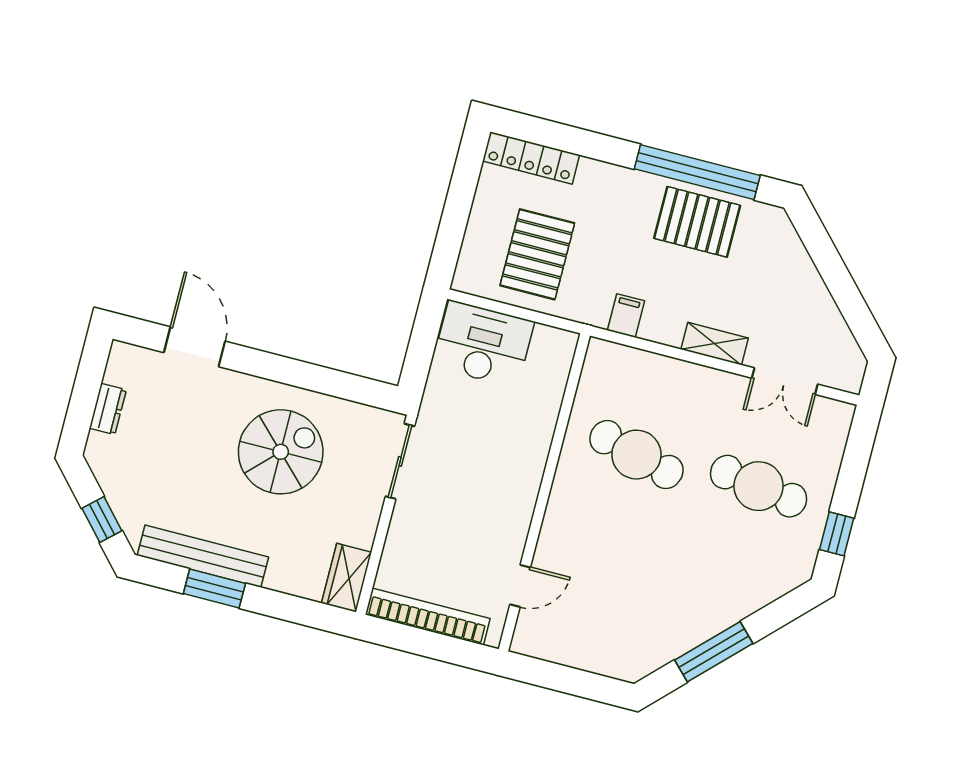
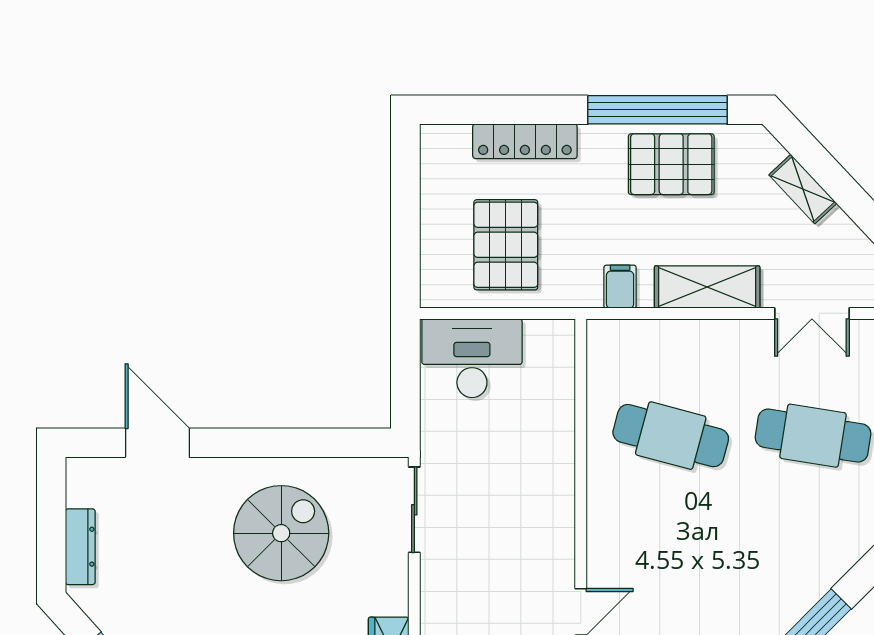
locker: (531, 158) -> (525, 141), moved
shelving: (805, 272) -> (803, 189), added
shelving: (715, 344) -> (707, 287), width x1.50, depth x1.33
dresser: (108, 409) -> (80, 547), width x1.44

